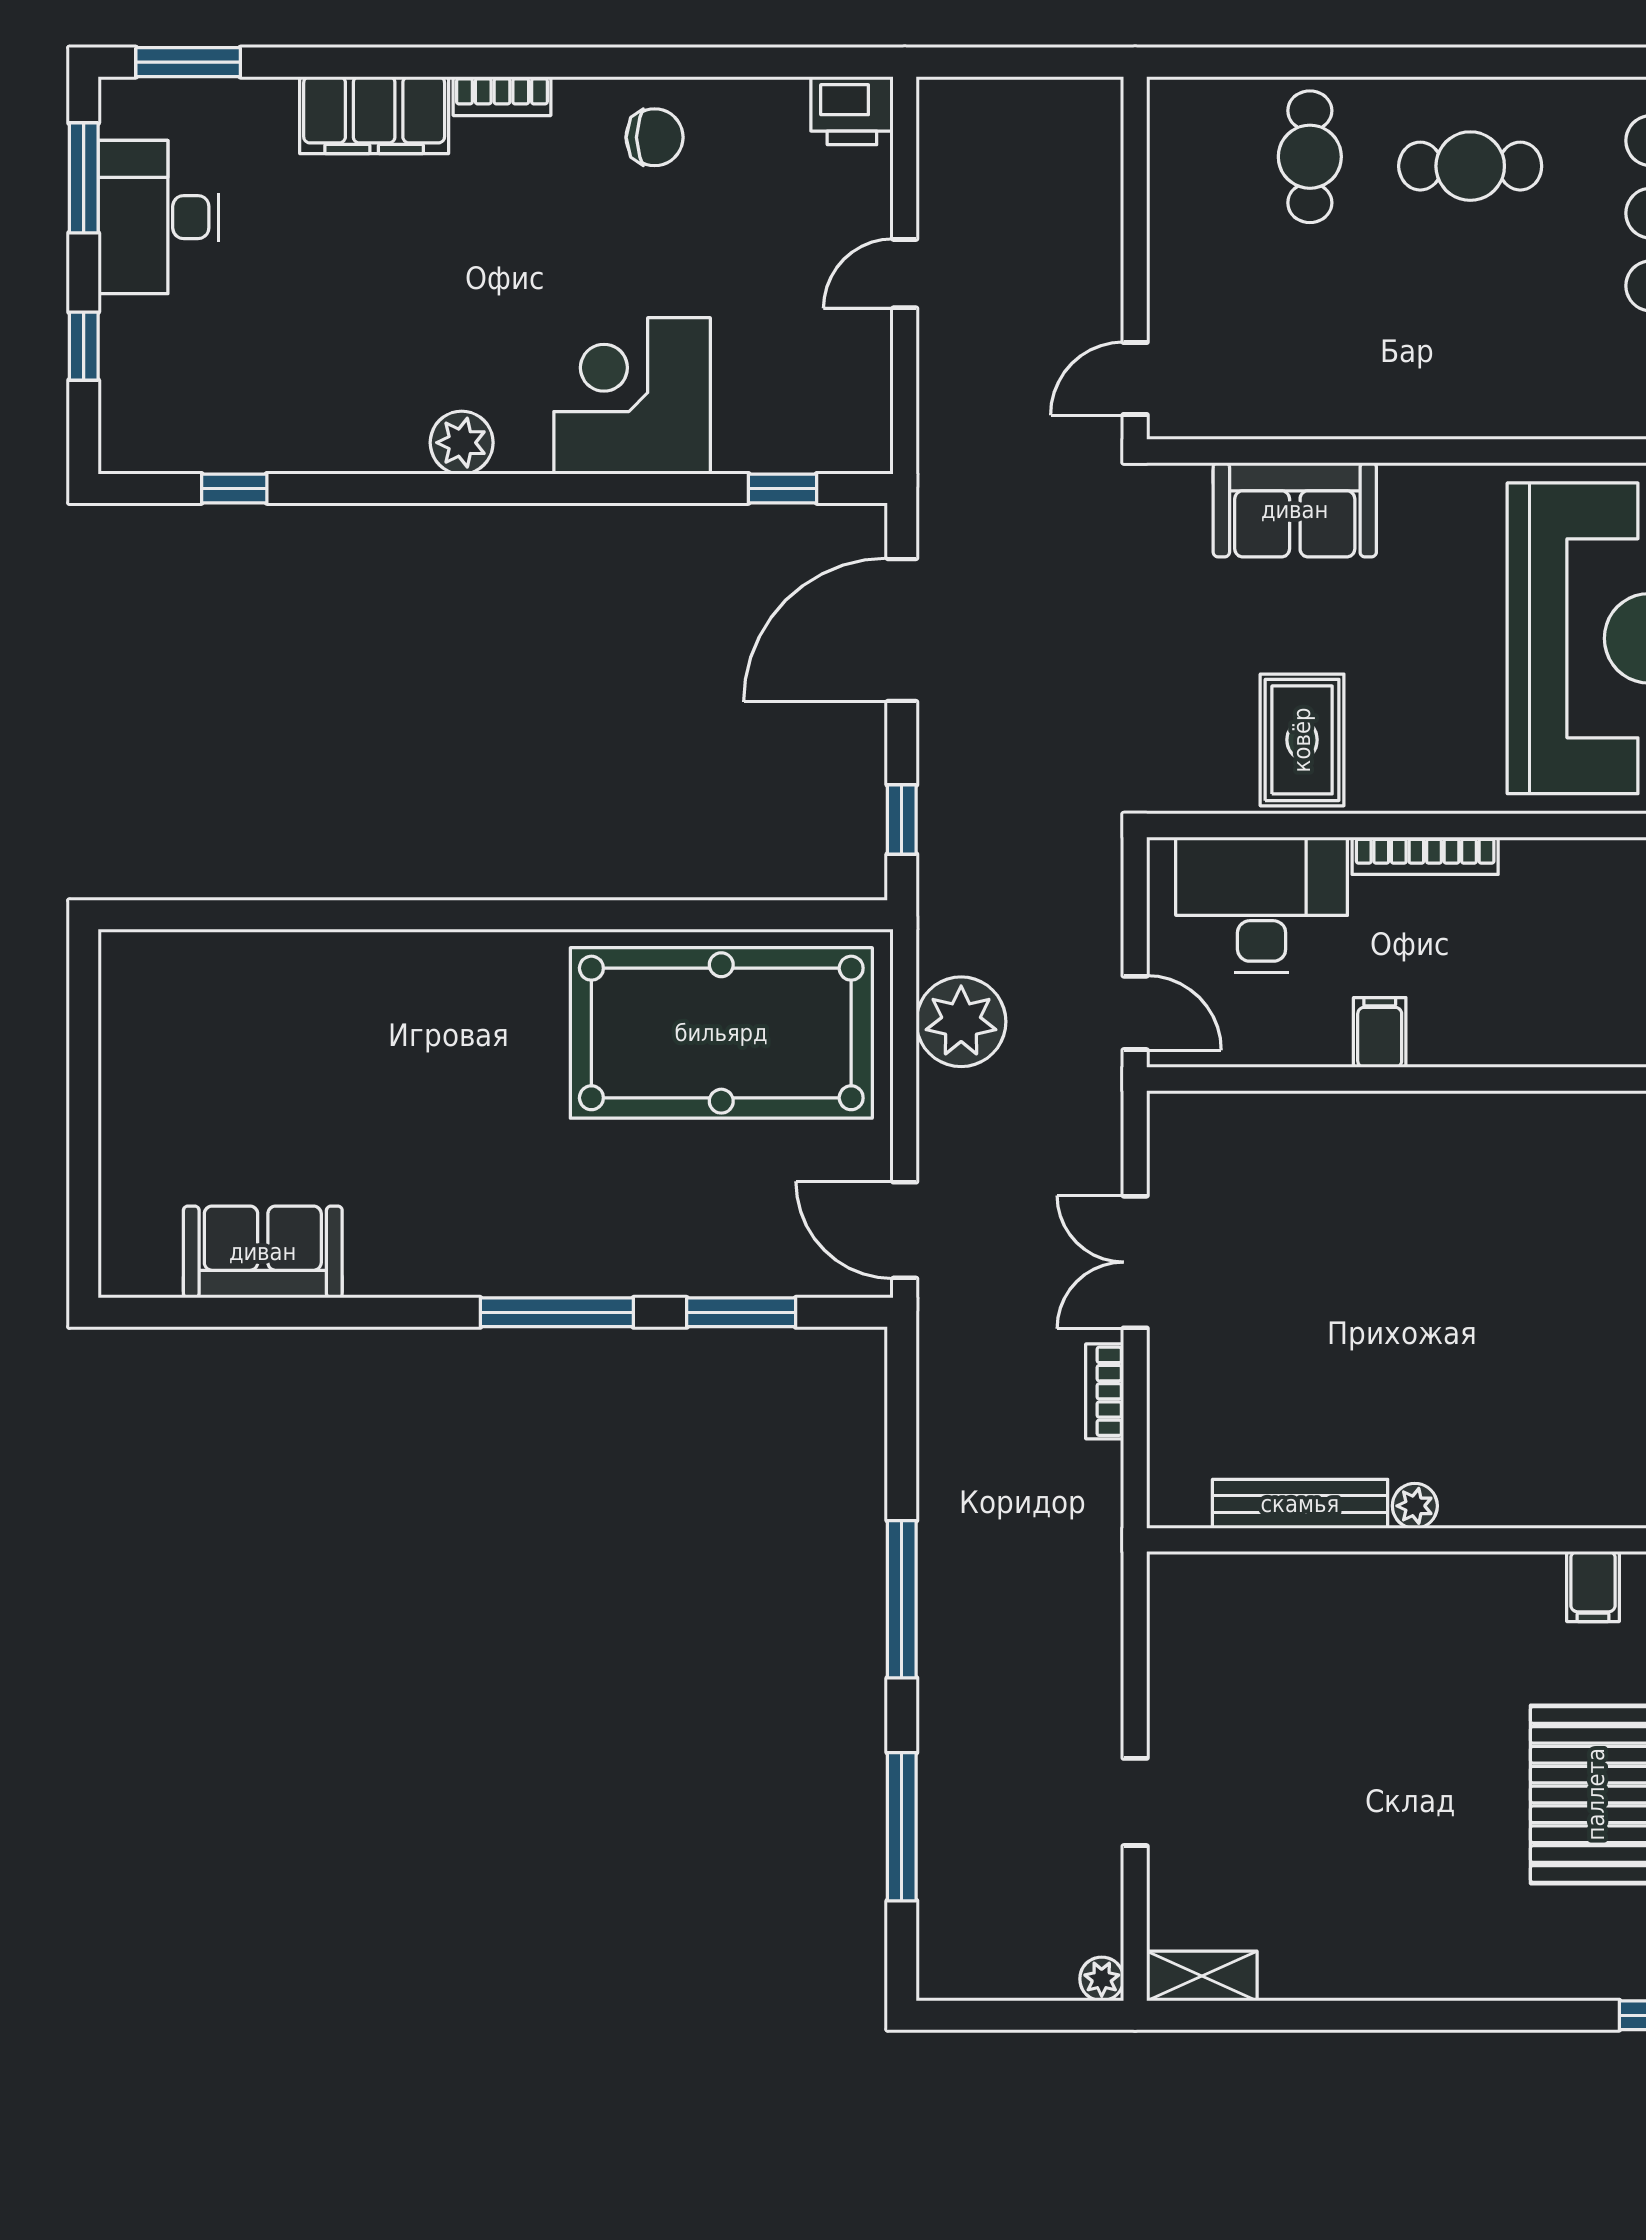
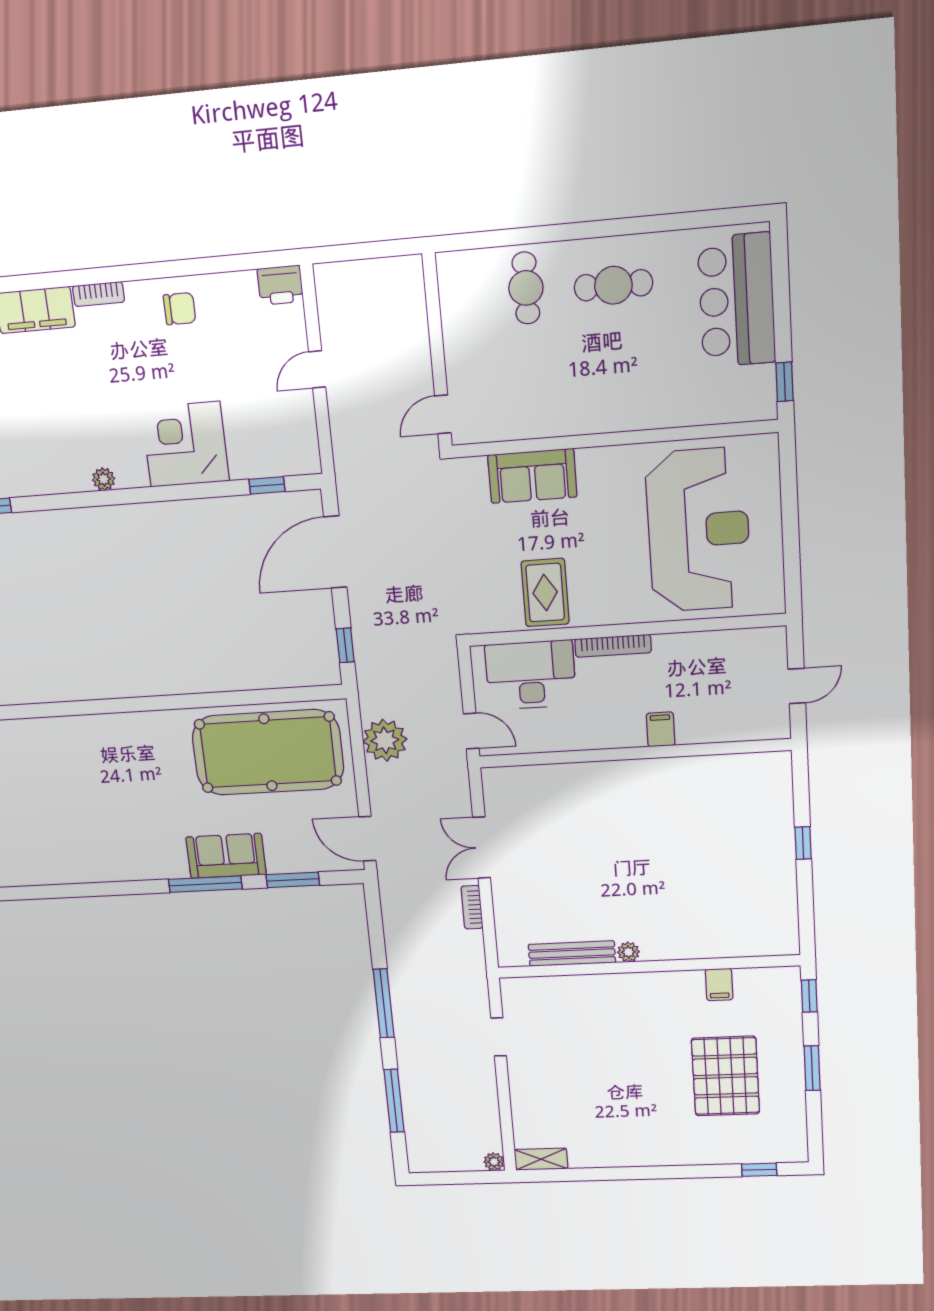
plant: (462, 443) -> (104, 479), width x0.73, depth x0.73
filing cabinet: (1380, 1033) -> (661, 729), moved
sofa: (263, 1252) -> (226, 856), moved
doorway: (1135, 1802) -> (499, 1037), moved

